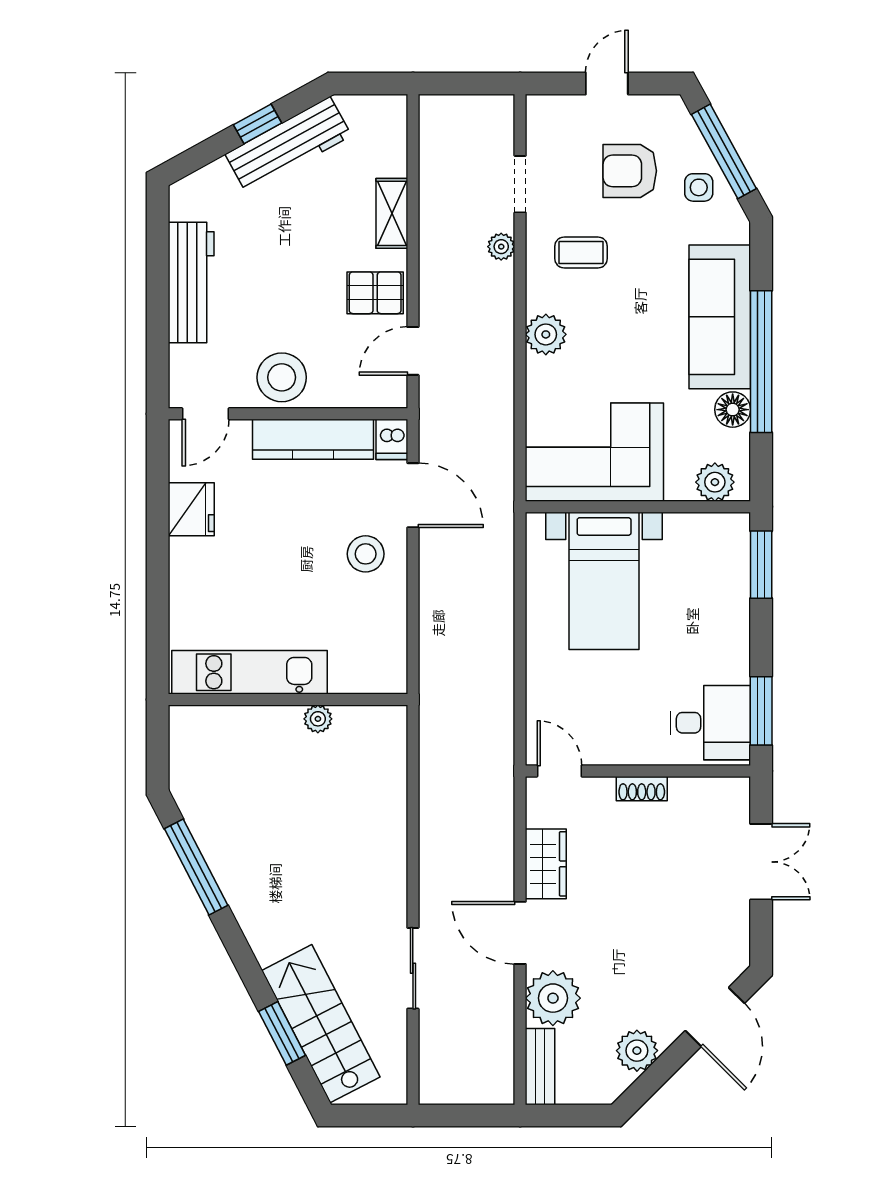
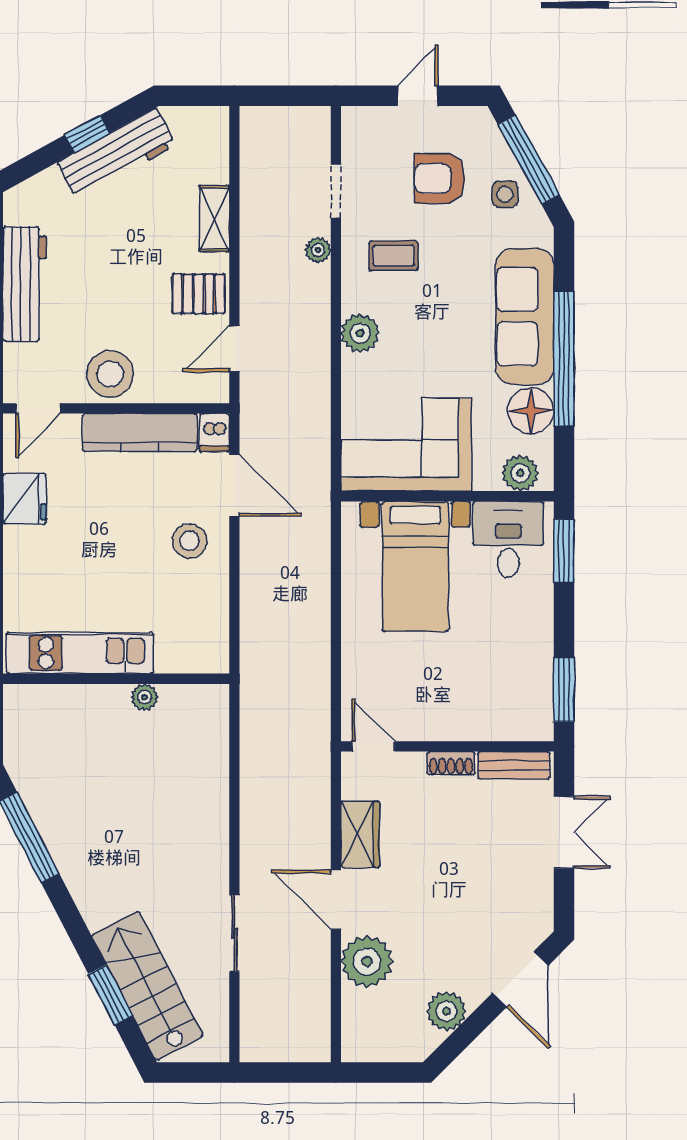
floor lamp: (733, 410) -> (531, 411), width x1.38, depth x1.38
desk: (710, 723) -> (508, 539), moved, turned -90
bench: (540, 1067) -> (514, 765), moved, turned 90

